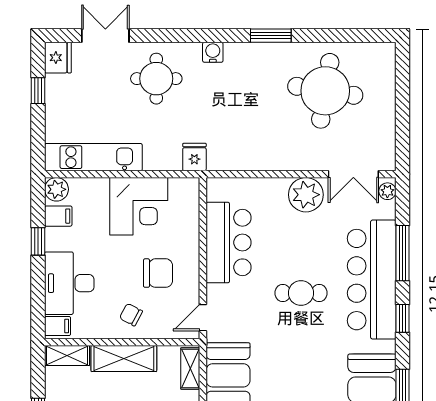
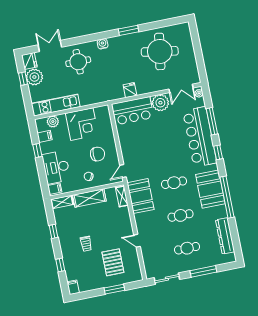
plant: (62, 92) -> (34, 77), added
fridge: (194, 157) -> (130, 90), moved
plant: (56, 189) -> (53, 122), moved
bar counter: (229, 243) -> (133, 111), moved, turned 90
cafe table: (301, 293) -> (174, 183), moved

